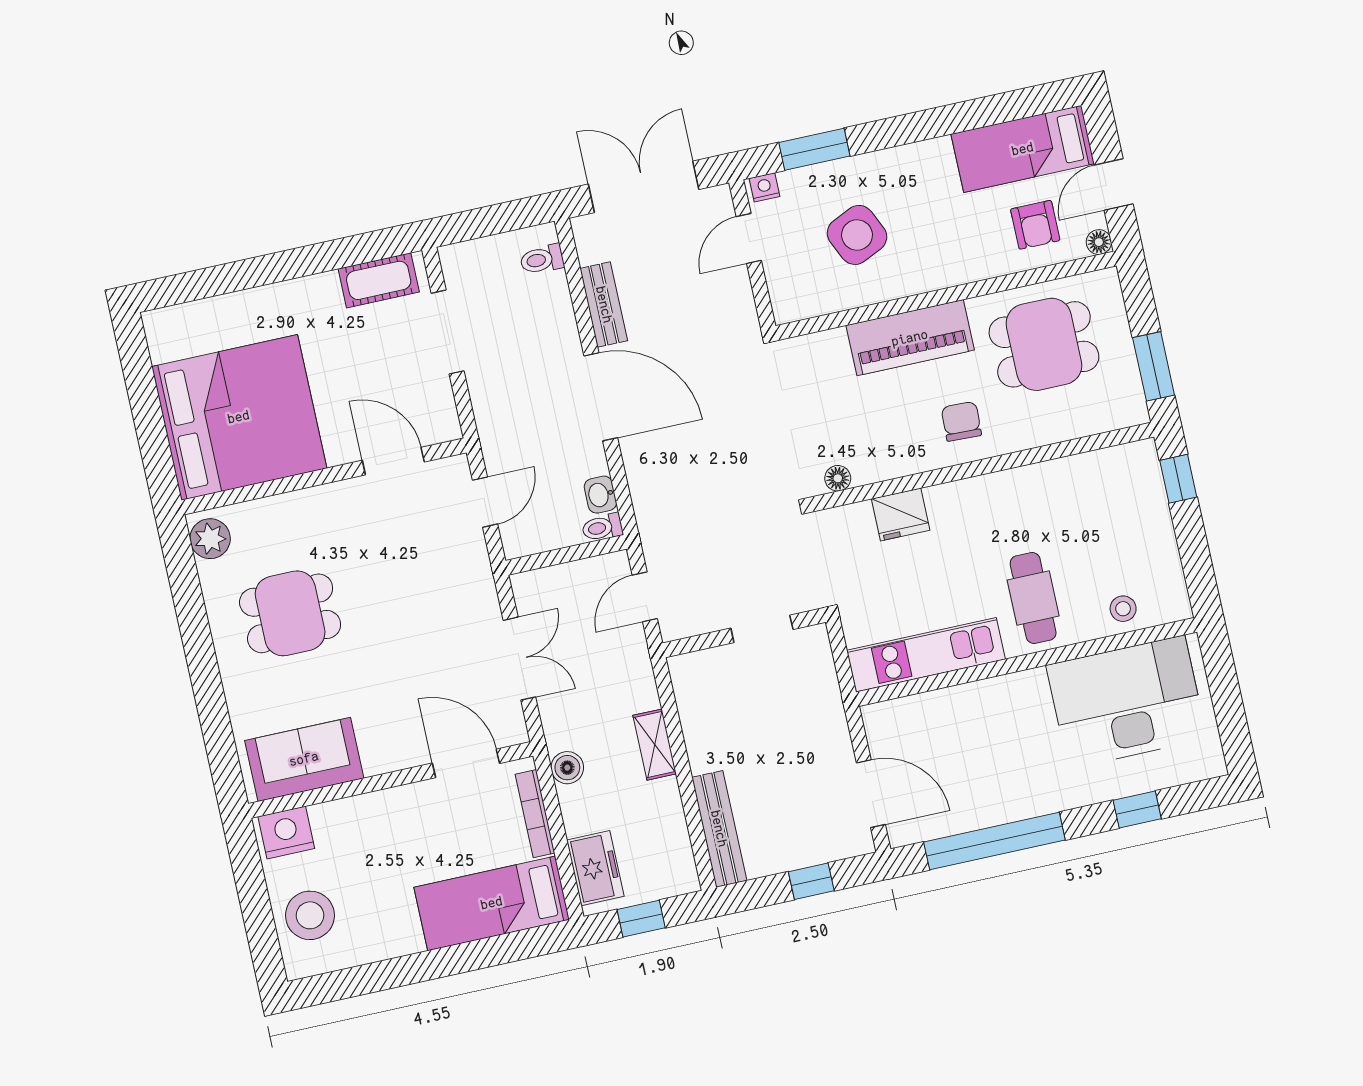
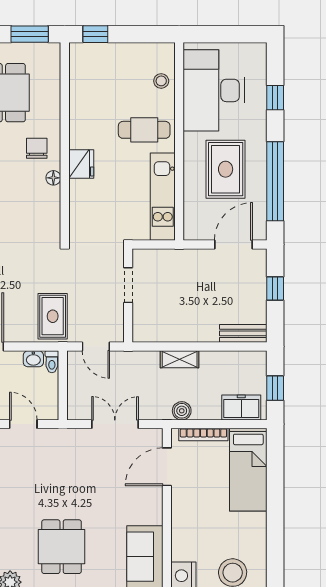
chair: (961, 421) -> (37, 148), turned 88
floor lamp: (838, 478) -> (53, 178), moved
rug: (680, 512) -> (53, 316), added
fridge: (901, 514) -> (81, 164), moved
rug: (996, 752) -> (226, 169), added
bench: (719, 829) -> (243, 333), width x0.73

